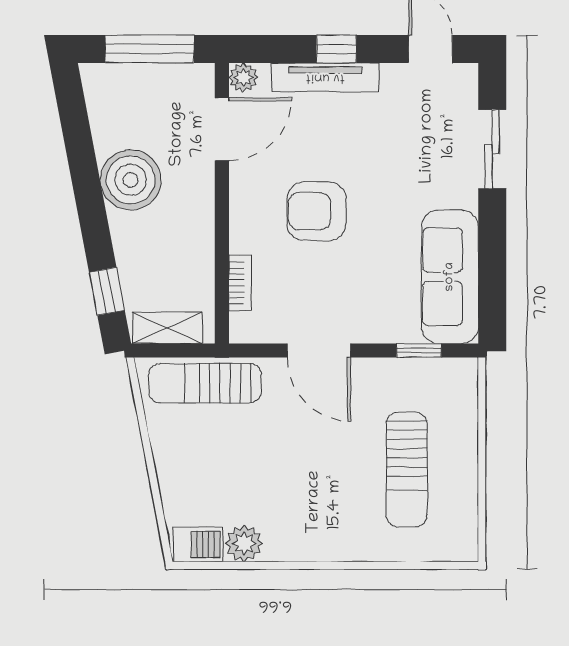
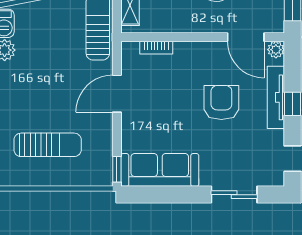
armchair: (317, 211) -> (221, 103), moved
window: (419, 351) -> (117, 169), moved
sun lounger: (407, 469) -> (48, 145), turned 180

